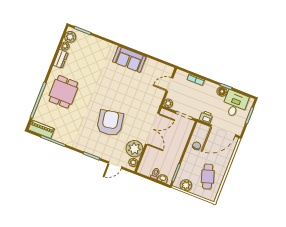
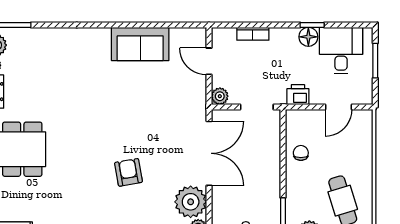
sofa: (129, 59) -> (140, 44), moved
door: (170, 85) -> (209, 61), hinge flipped
armchair: (110, 123) -> (128, 172), width x0.53, depth x0.53
door: (223, 131) -> (339, 107), width x0.53

